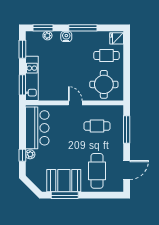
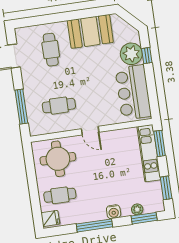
plant: (30, 154) -> (131, 54), width x1.88, depth x1.88
cafe table: (97, 171) -> (51, 50), width x0.73, depth x0.74
window: (65, 195) -> (86, 13), removed

